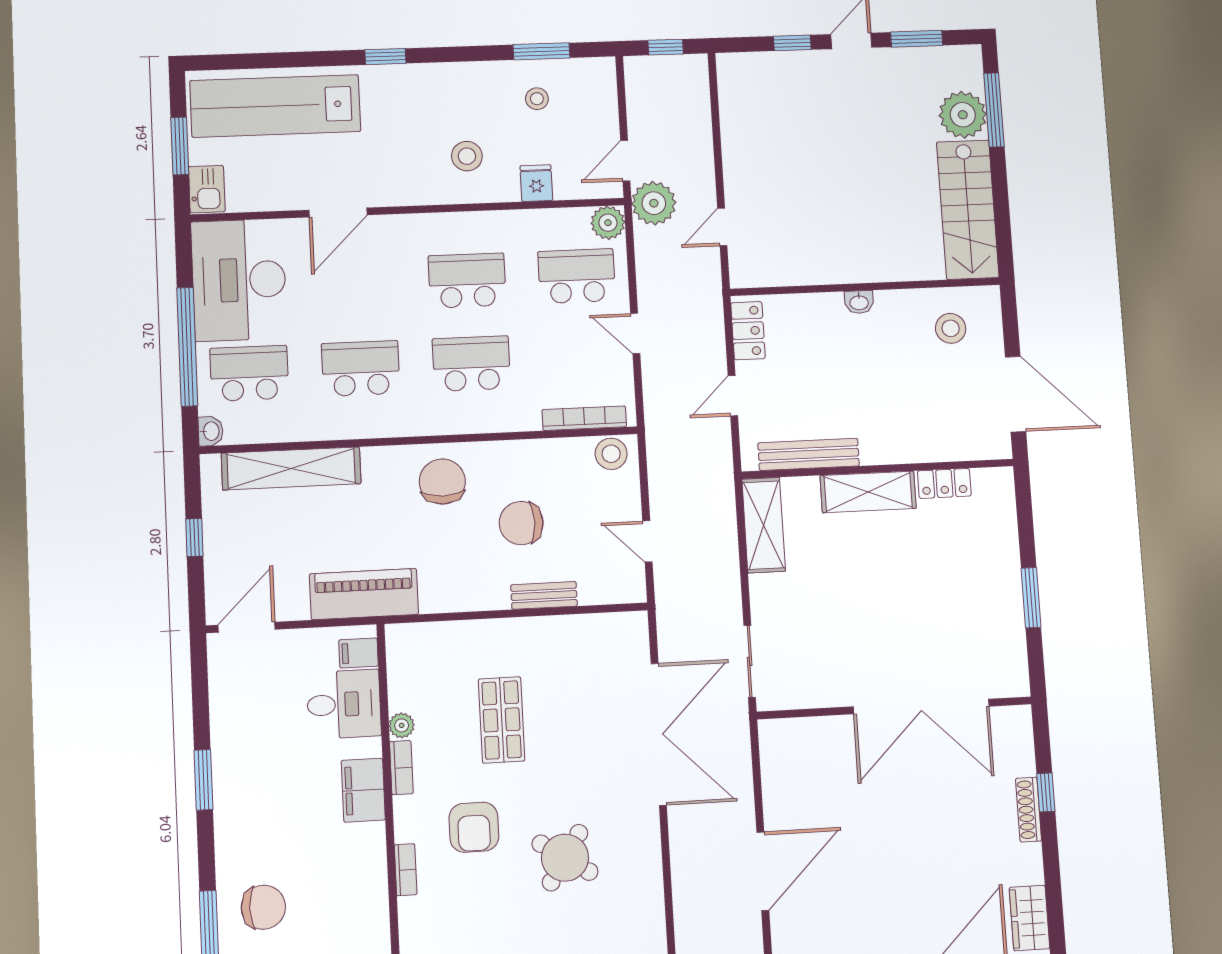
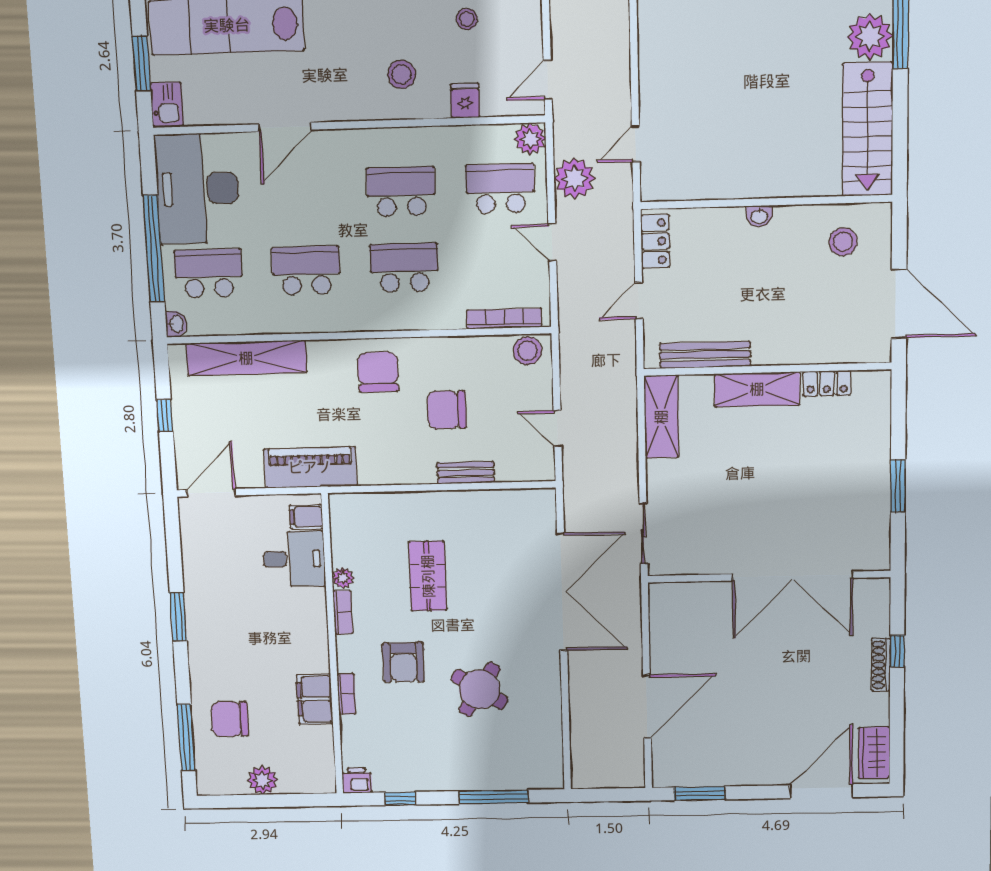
plant: (654, 203) -> (575, 178), moved
filing cabinet: (363, 790) -> (315, 699), moved
chair: (263, 907) -> (230, 719), turned 180

